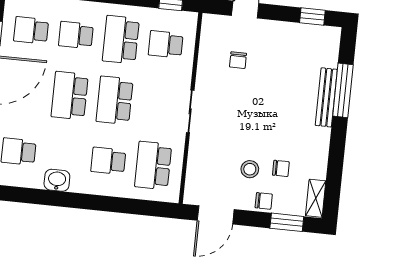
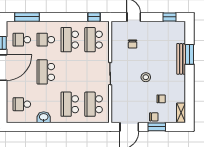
school desk: (166, 44) -> (94, 40), width x1.85
window: (343, 90) -> (190, 54), width x0.69
school desk: (115, 100) -> (70, 72), removed
school desk: (108, 161) -> (70, 104), width x1.85
stool: (250, 169) -> (146, 77), moved
window: (287, 222) -> (157, 127), moved

